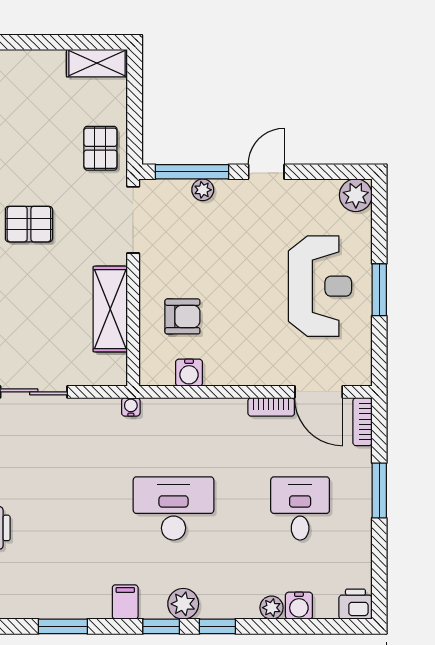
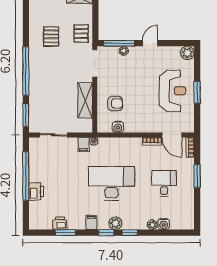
pallet: (29, 224) -> (51, 36), moved, turned 90
filing cabinet: (106, 415) -> (83, 144), added
desk: (174, 508) -> (111, 183), width x1.36, depth x1.30
printer: (355, 604) -> (60, 223), moved

